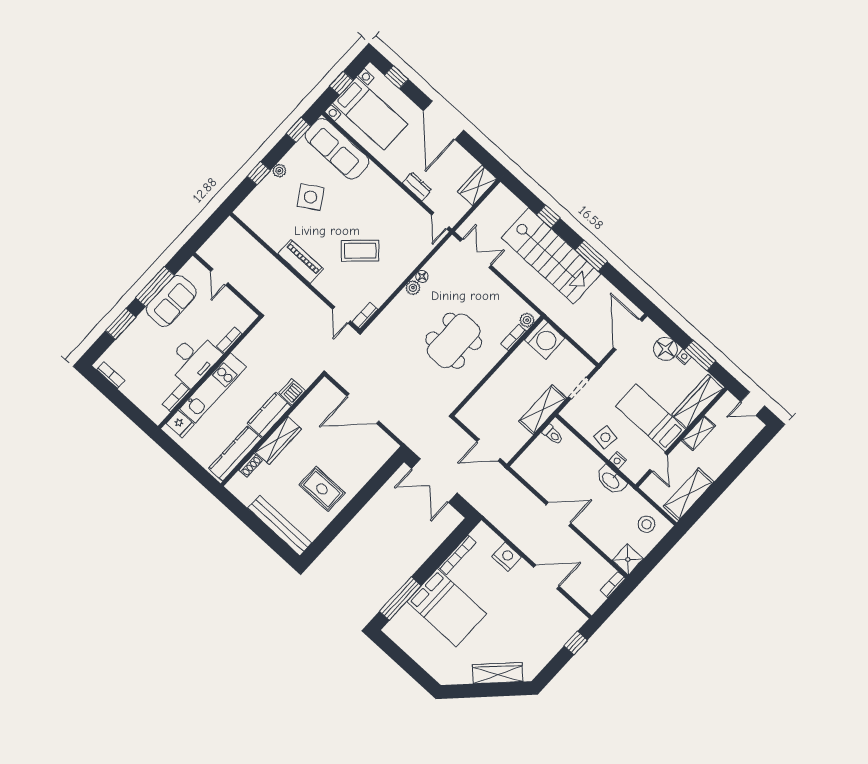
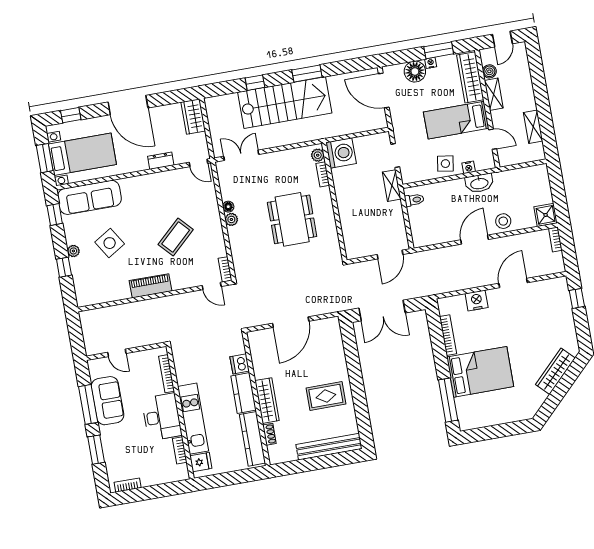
window: (341, 83) -> (45, 158), width x1.50
bookcase: (229, 340) -> (167, 374), width x1.56
shelving: (543, 410) -> (392, 186), width x0.67, depth x0.75
boiler: (716, 414) -> (489, 71), added
shelving: (689, 494) -> (533, 127), width x0.67, depth x0.75
stool: (647, 524) -> (503, 221), moved

